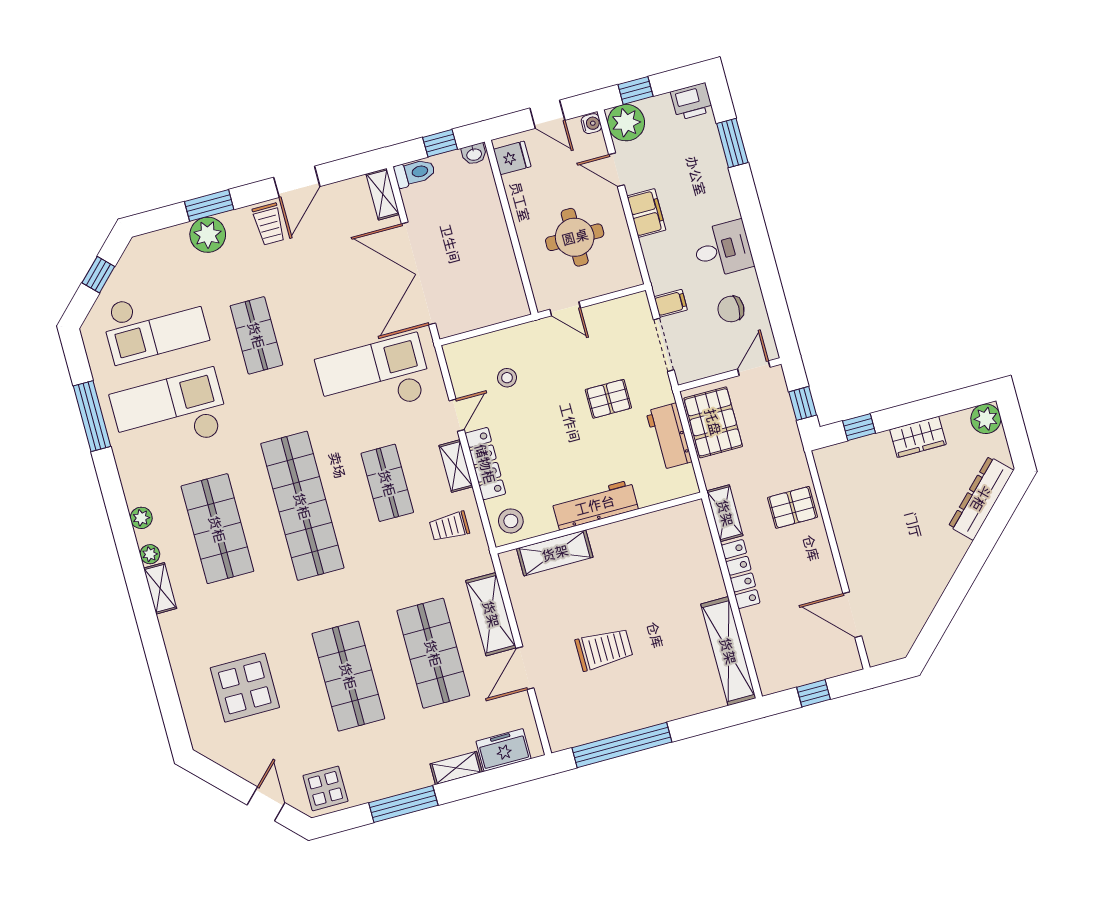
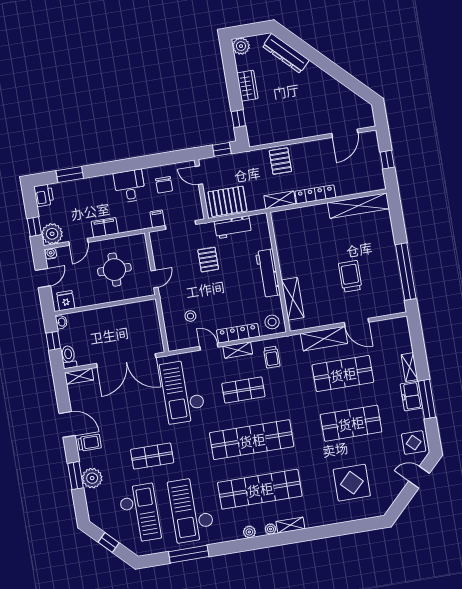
shop shelf: (217, 529) -> (260, 489), width x1.40
freezer: (504, 750) -> (411, 396), moved

